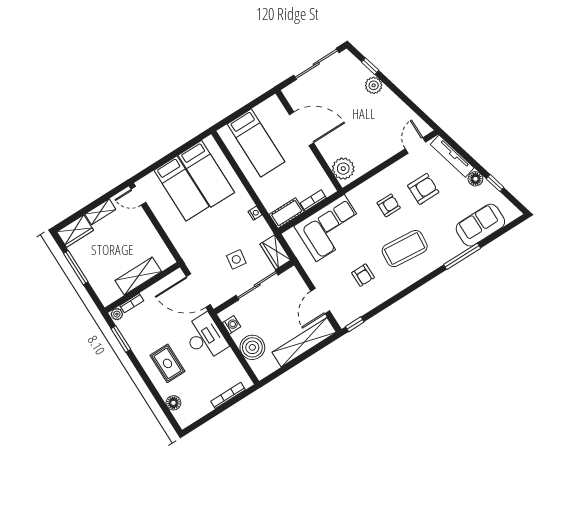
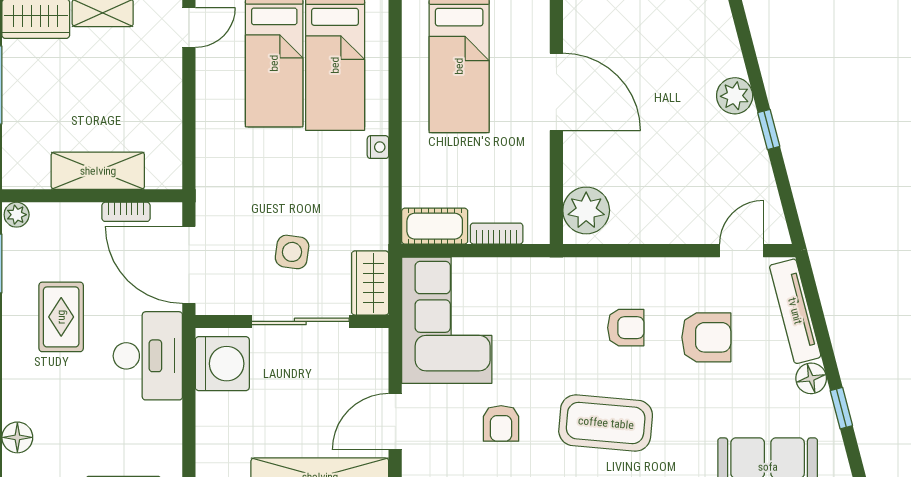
window: (370, 66) -> (769, 129), moved
door: (138, 196) -> (189, 28), swing flipped
nightstand: (255, 213) -> (378, 147), moved
corner sofa: (330, 228) -> (447, 320), moved, turned -90
bookcase: (132, 303) -> (126, 212), moved
washing machine: (232, 325) -> (222, 364), width x1.89, depth x1.89
boiler: (252, 347) -> (221, 427), removed
rug: (167, 363) -> (61, 317), moved

